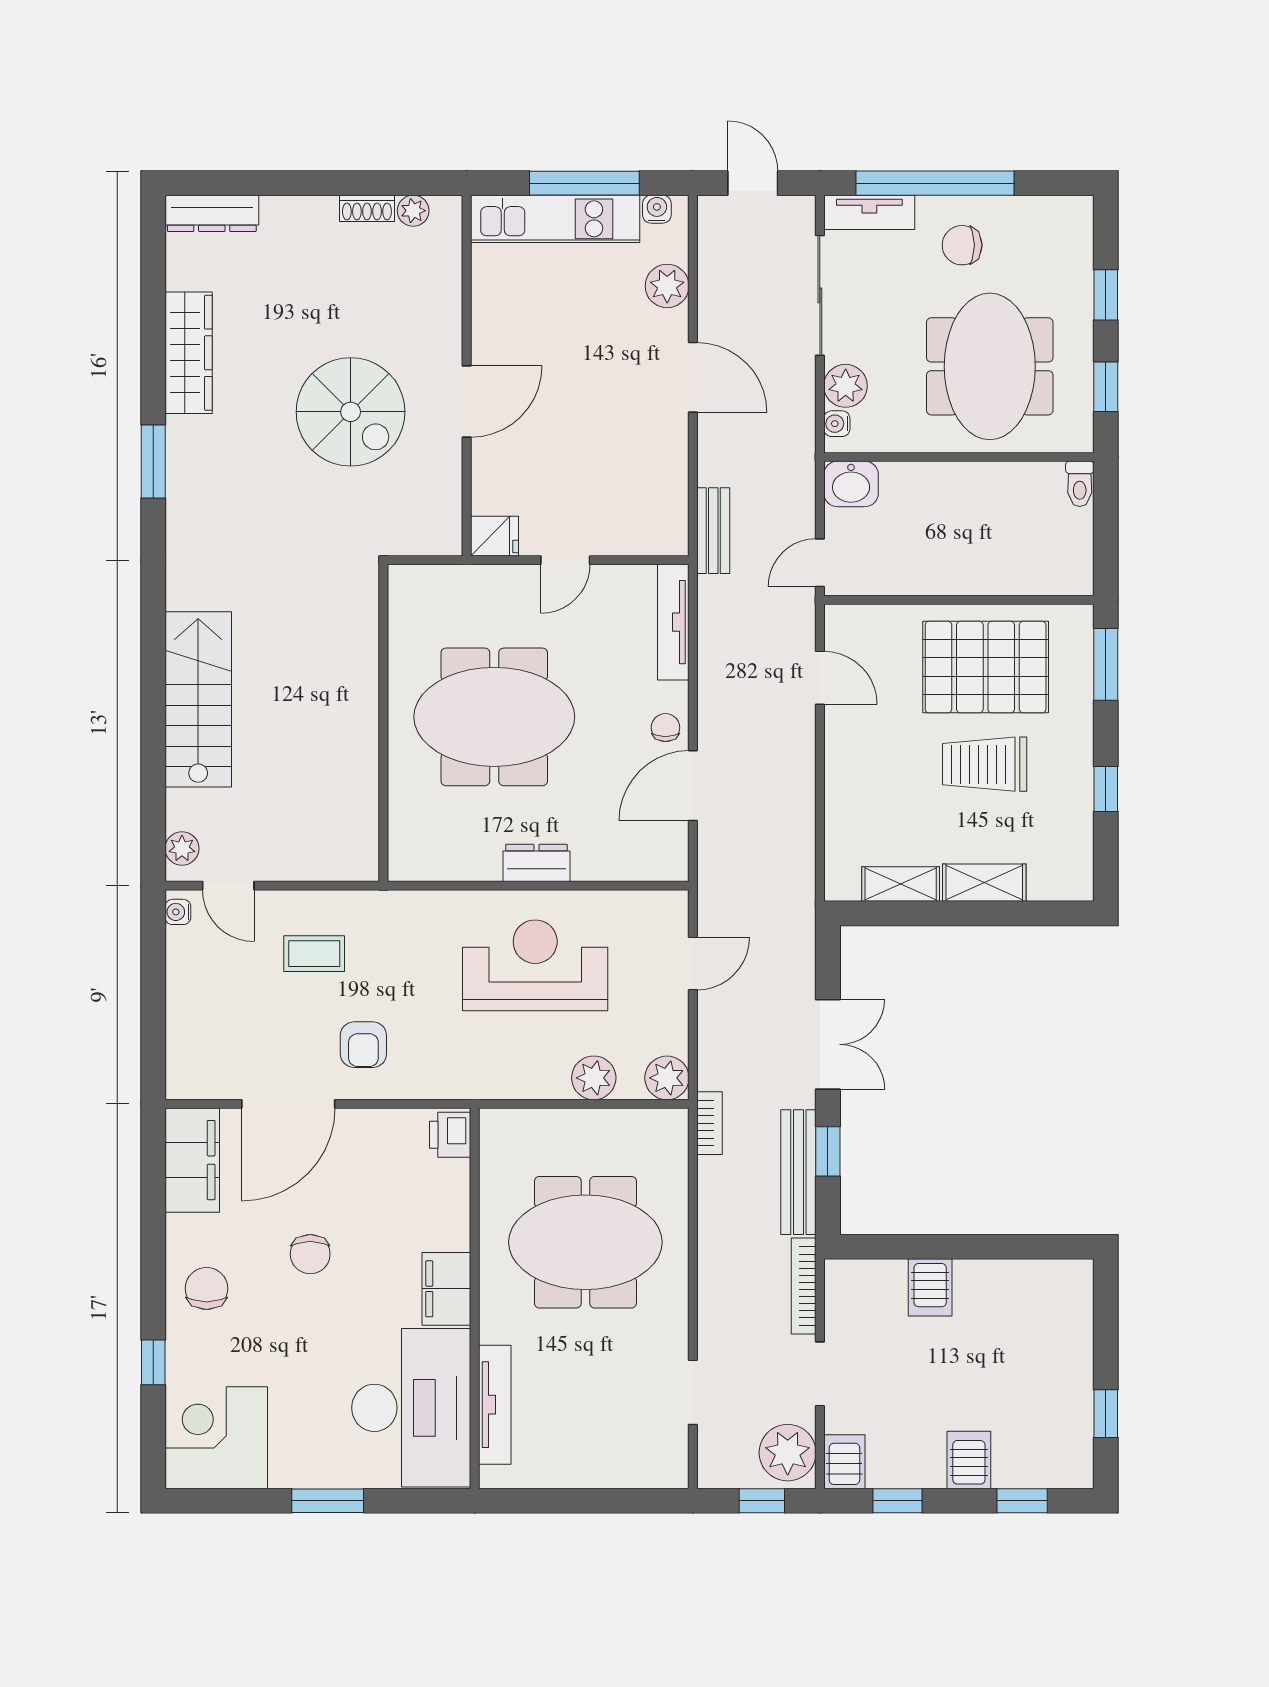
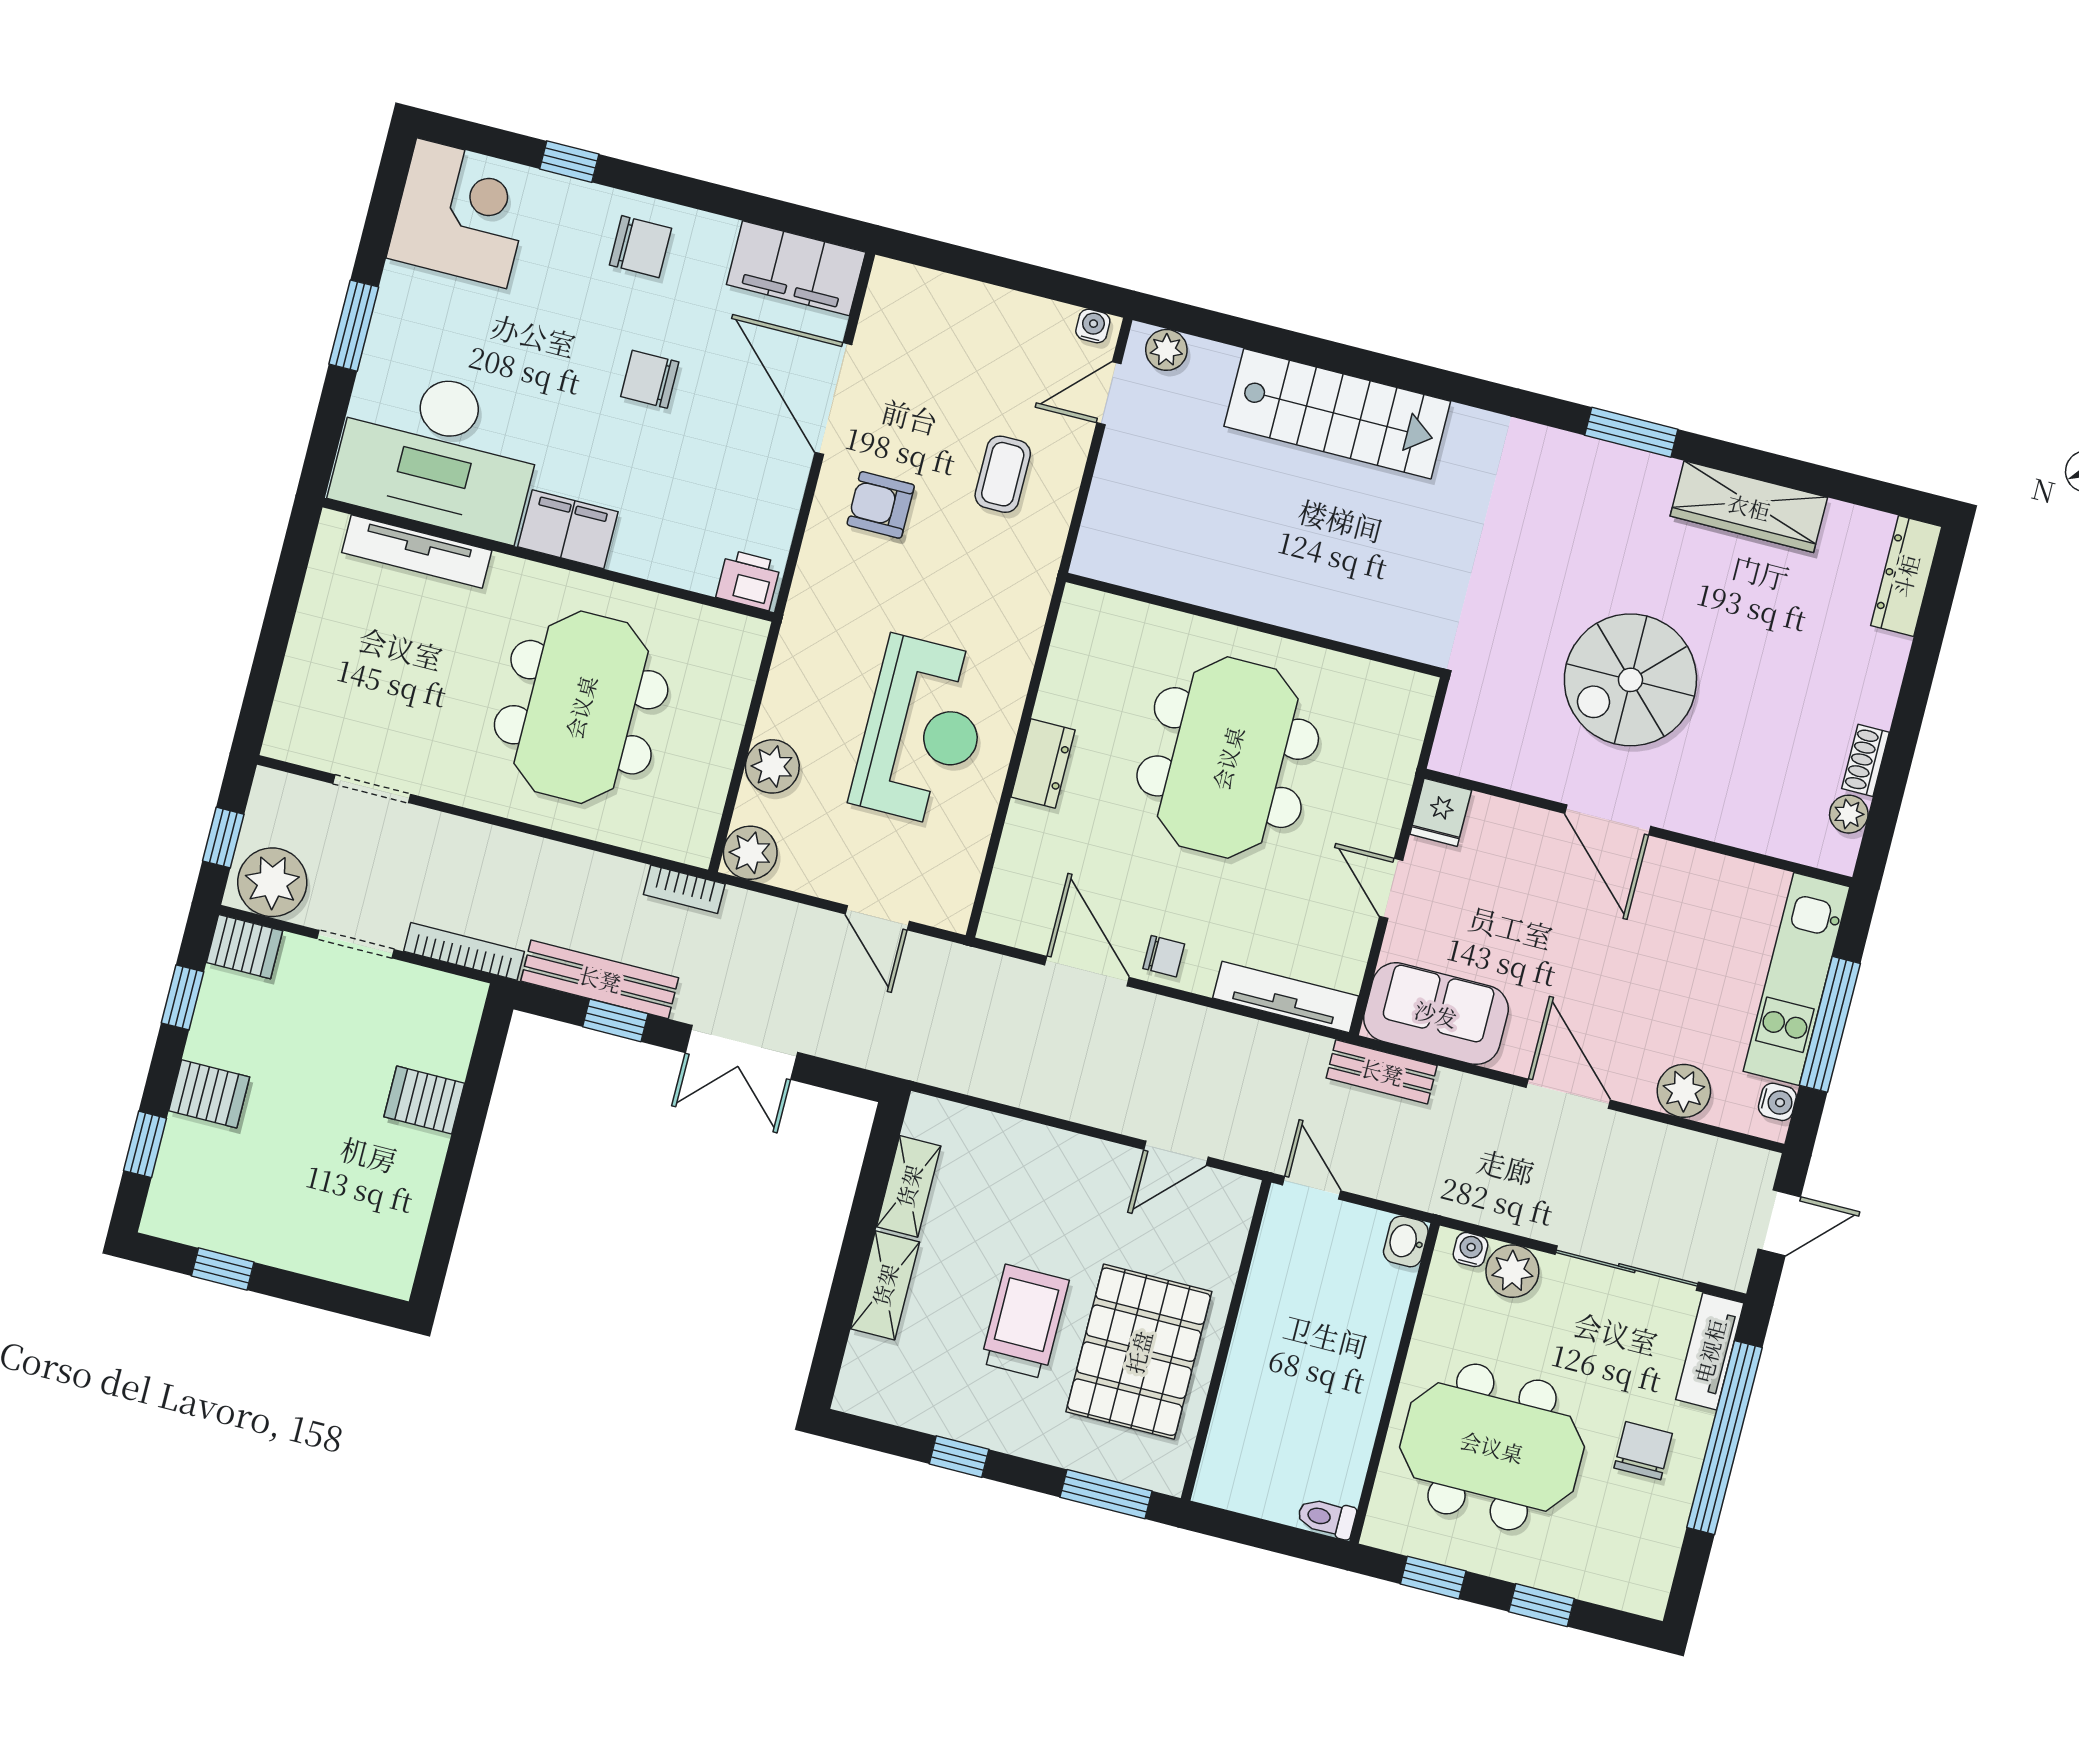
door: (693, 377) -> (1568, 1094), swing flipped
washbasin: (851, 484) -> (1406, 1241), width x0.72, depth x0.69
sofa: (656, 499) -> (1436, 1014), added

